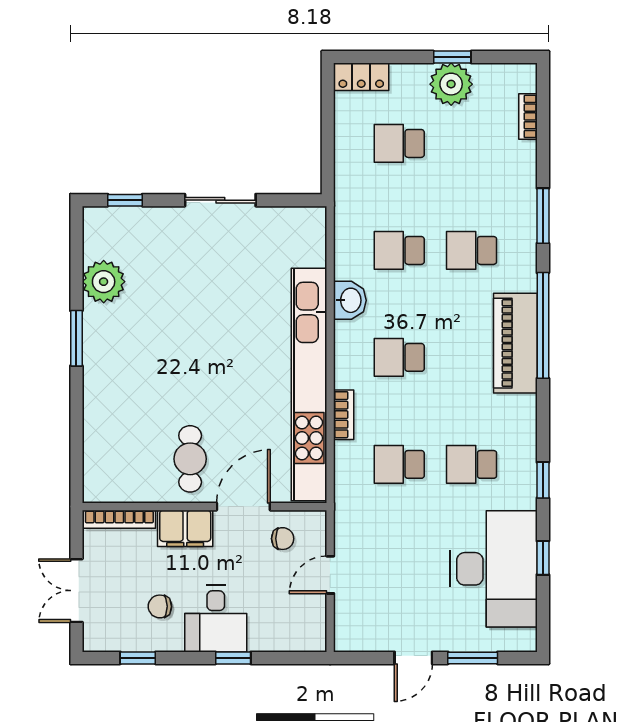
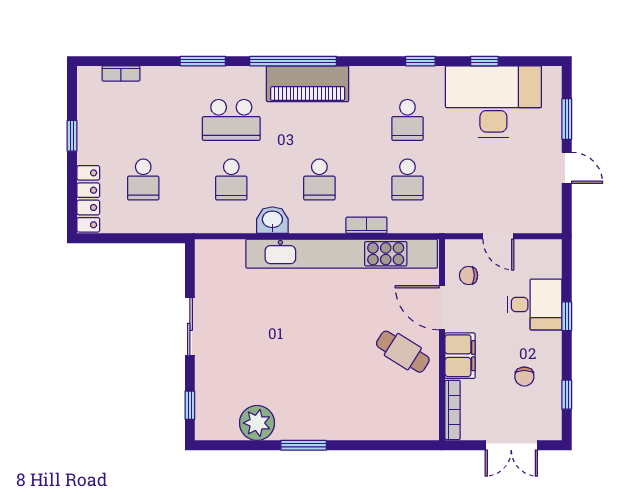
locker: (361, 77) -> (88, 199), width x1.53
plant: (451, 84) -> (94, 137), removed
school desk: (472, 250) -> (231, 120), width x1.85
cafe table: (190, 459) -> (403, 352), turned 32
chair: (283, 539) -> (468, 275), turned -90
desk: (216, 619) -> (534, 304), moved

